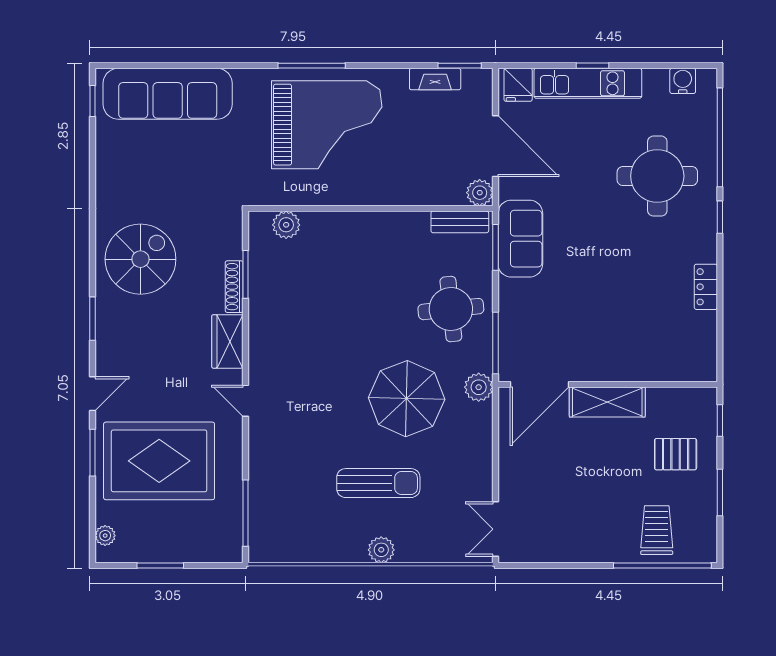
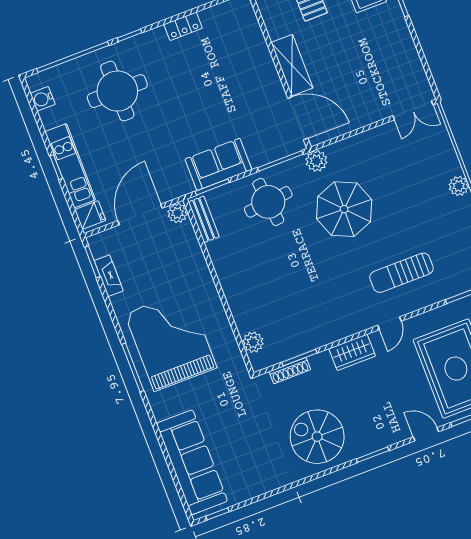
sofa: (520, 239) -> (218, 164), moved
shoe rack: (234, 287) -> (290, 371), moved
sun lounger: (378, 483) -> (401, 273), moved, turned -90

